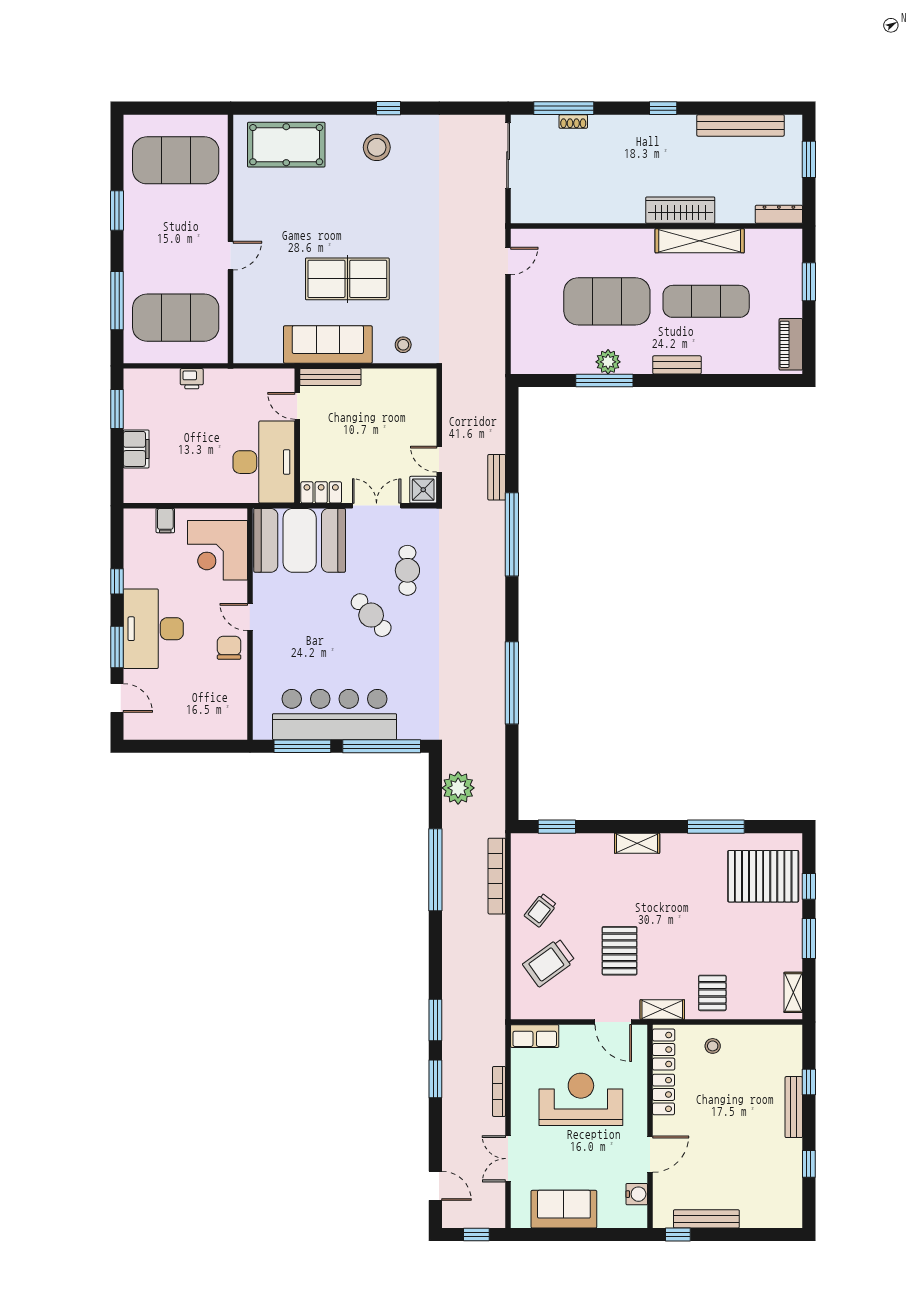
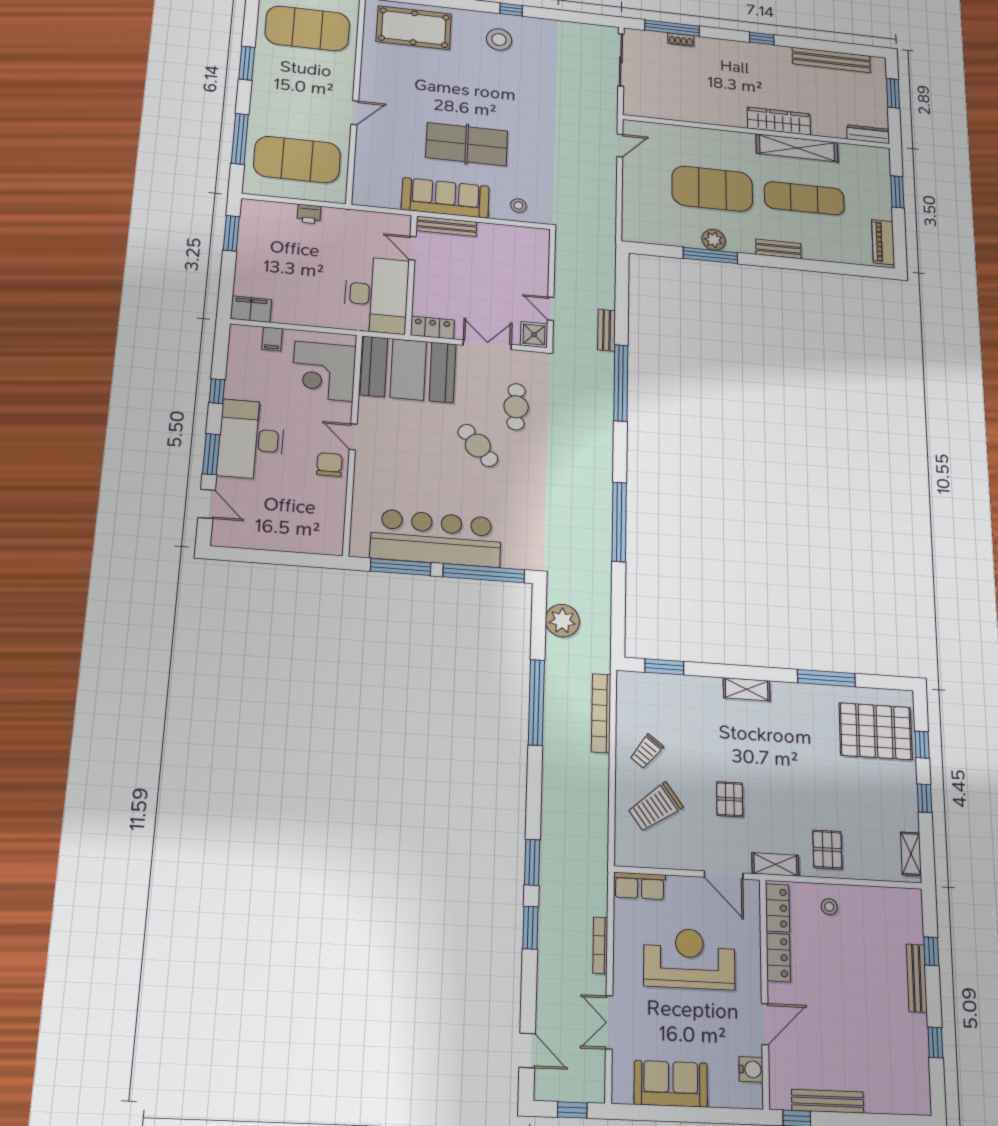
filing cabinet: (136, 449) -> (251, 309), moved, turned -90
window: (809, 938) -> (924, 798), width x0.67
pallet: (620, 951) -> (730, 799), width x0.67, depth x0.71

